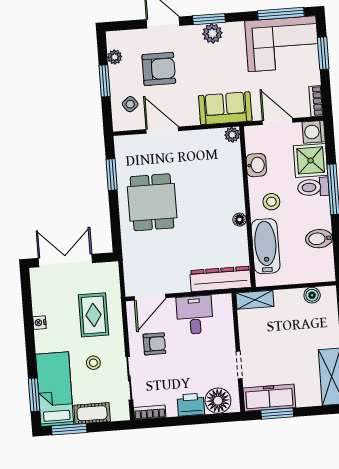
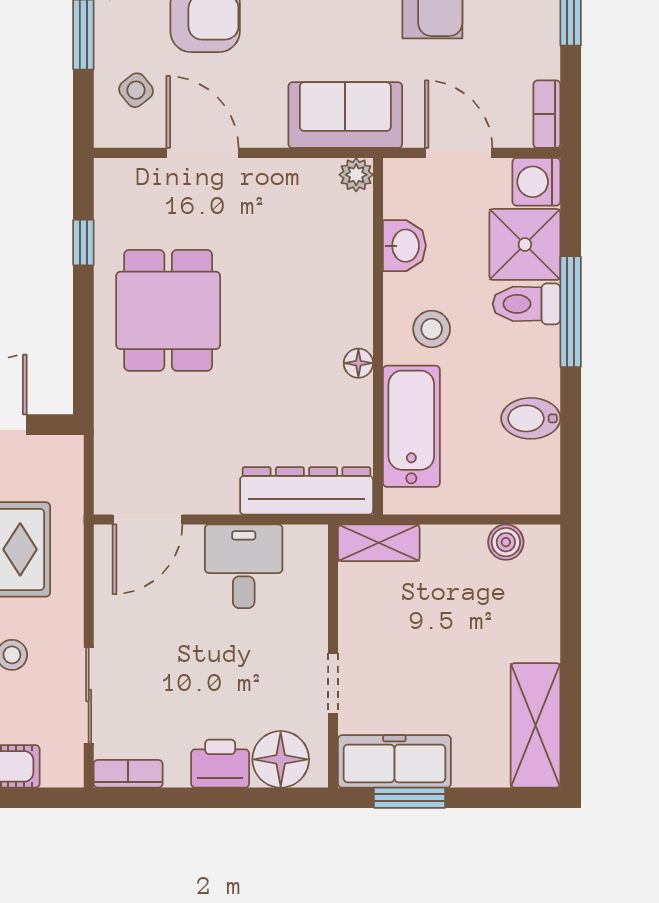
window: (112, 175) -> (83, 242), width x0.67
armchair: (154, 344) -> (150, 623), removed

